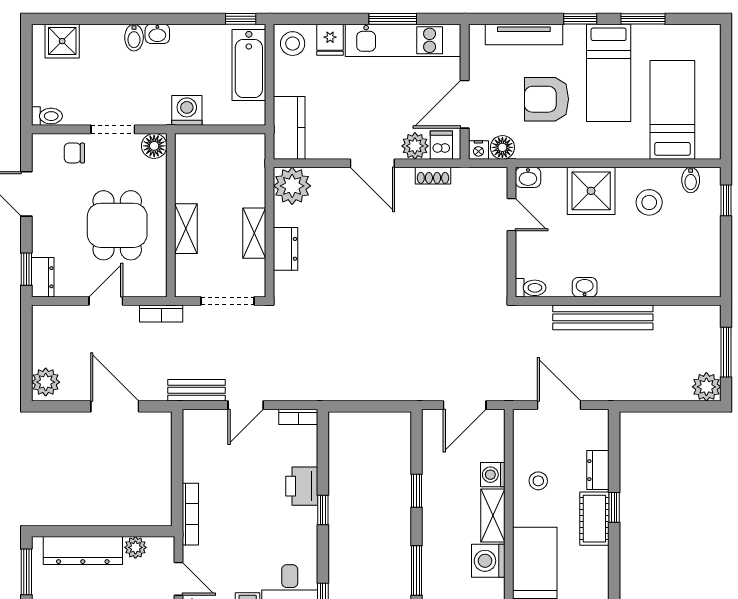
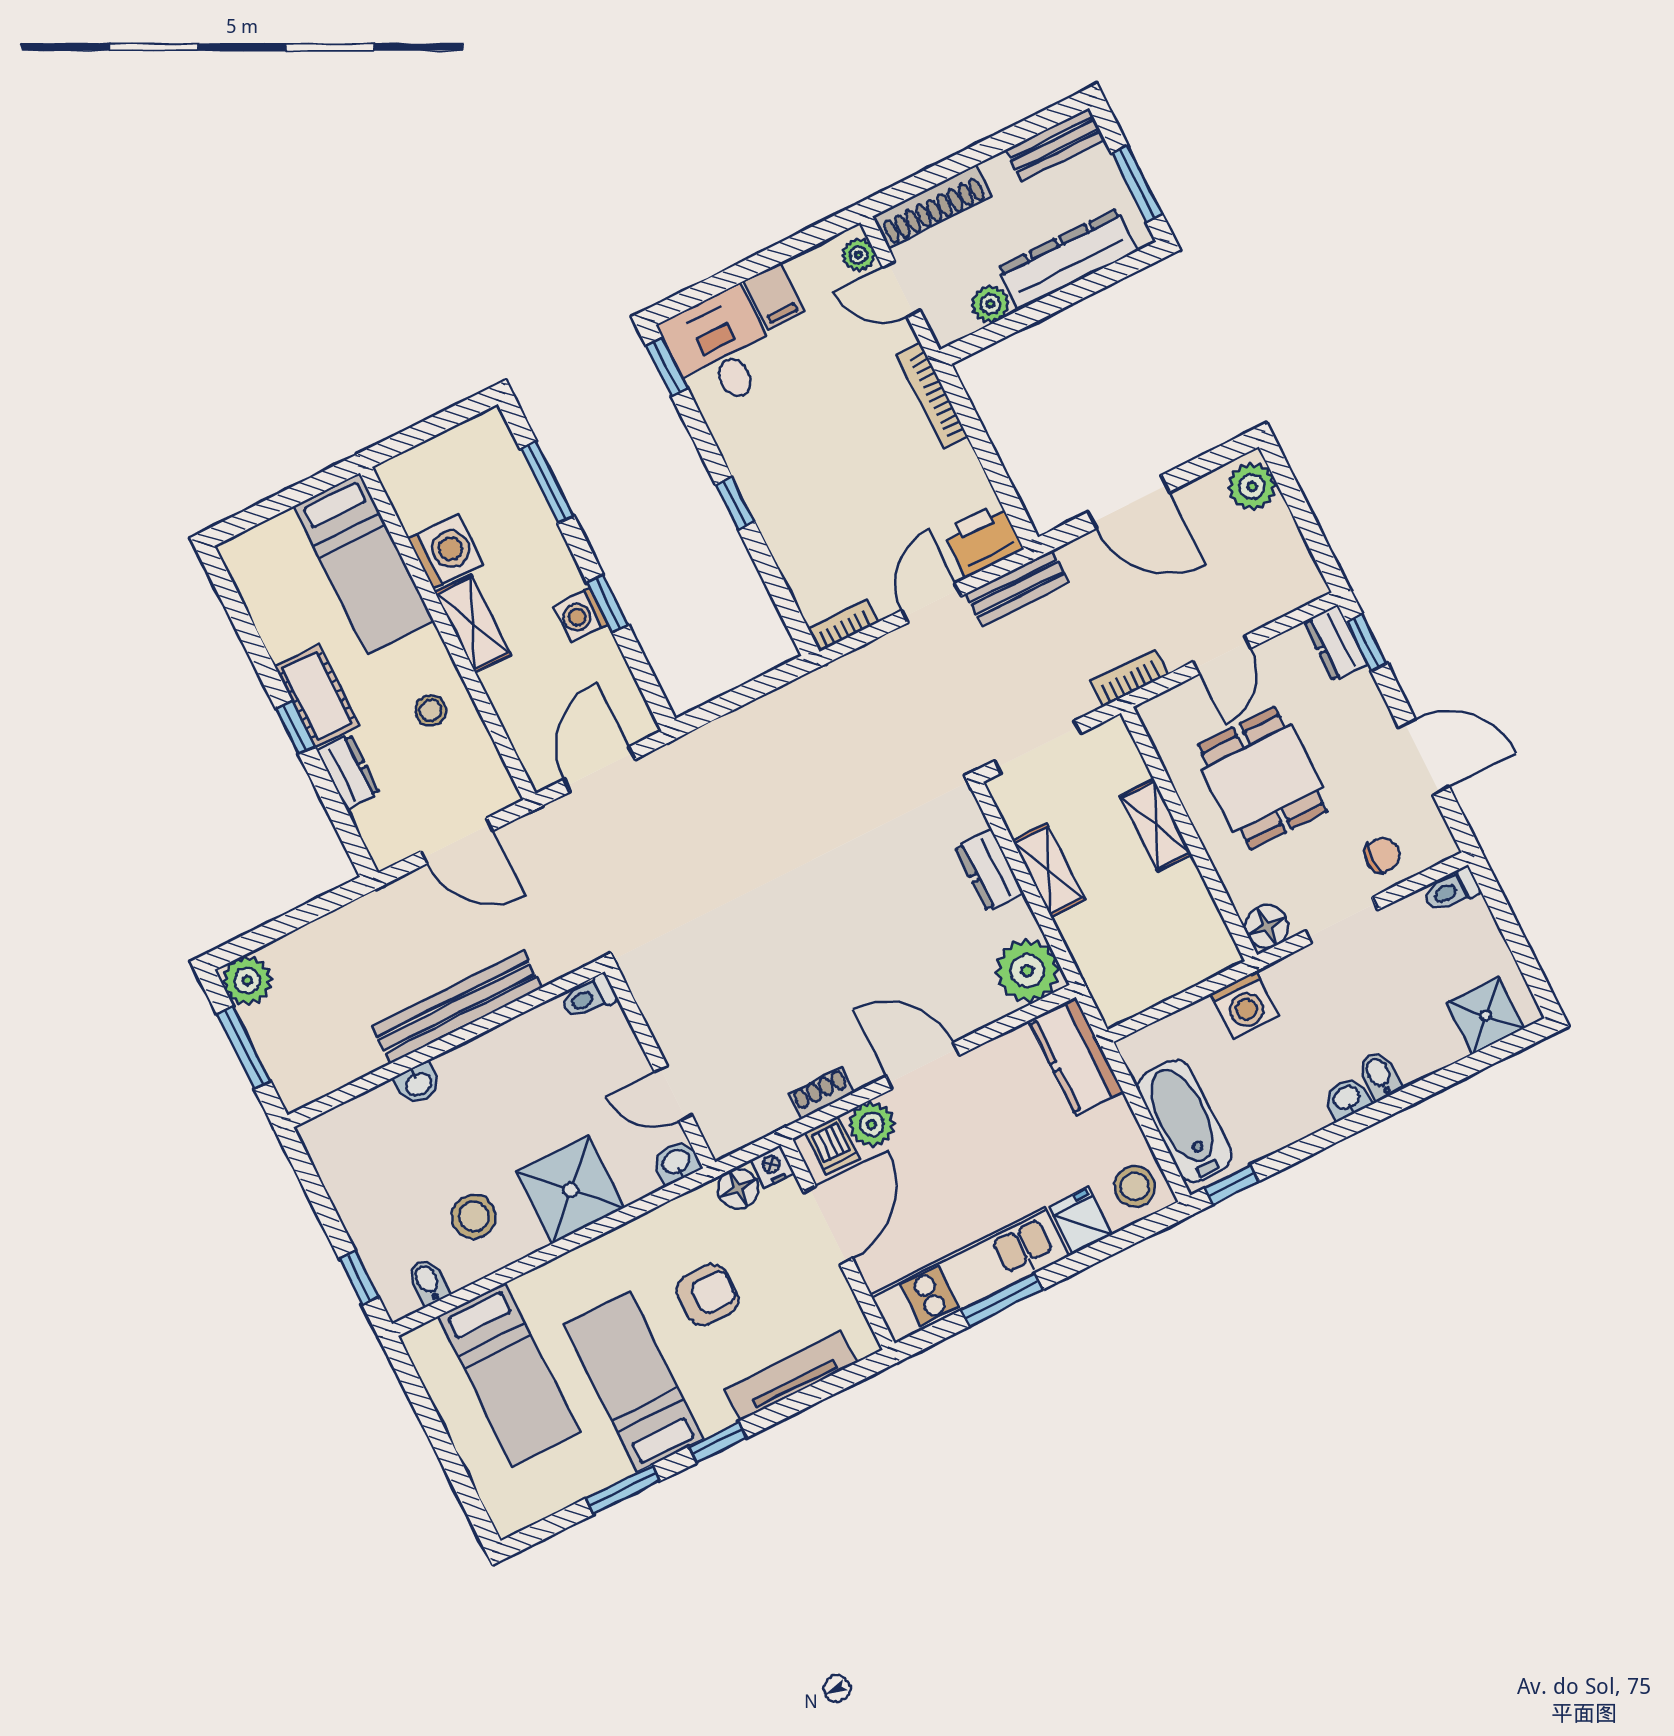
armchair: (547, 99) -> (708, 1295), width x0.72, depth x0.72
washbasin: (585, 287) -> (418, 1084), moved
washing machine: (493, 475) -> (581, 615), moved, turned 180
printer: (302, 486) -> (983, 540), moved, turned -90

